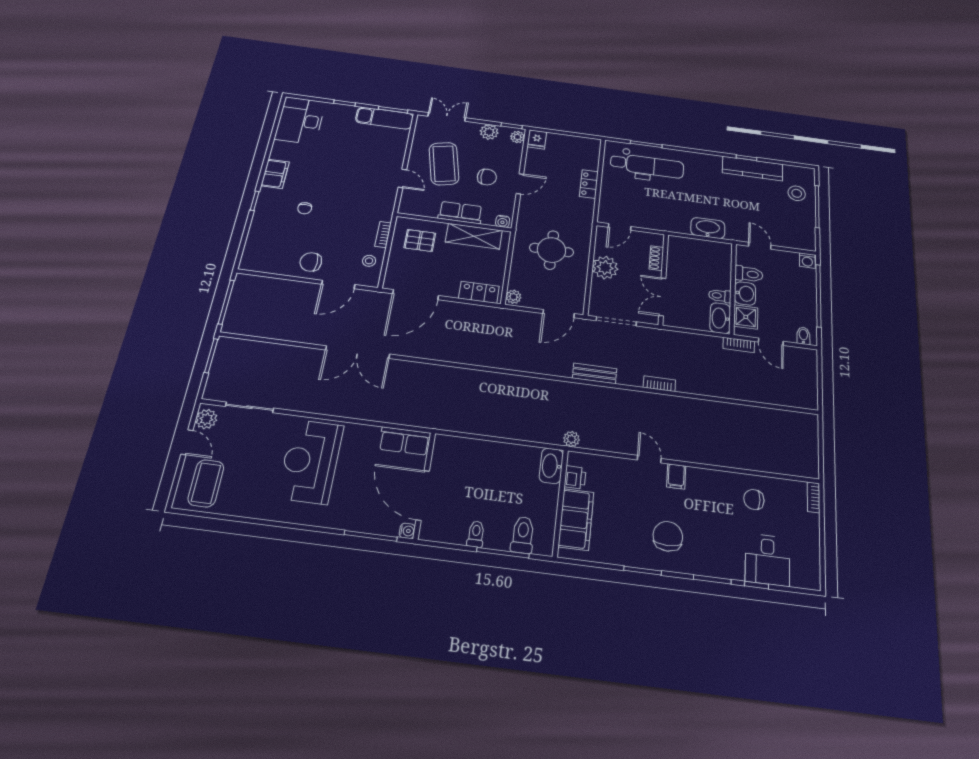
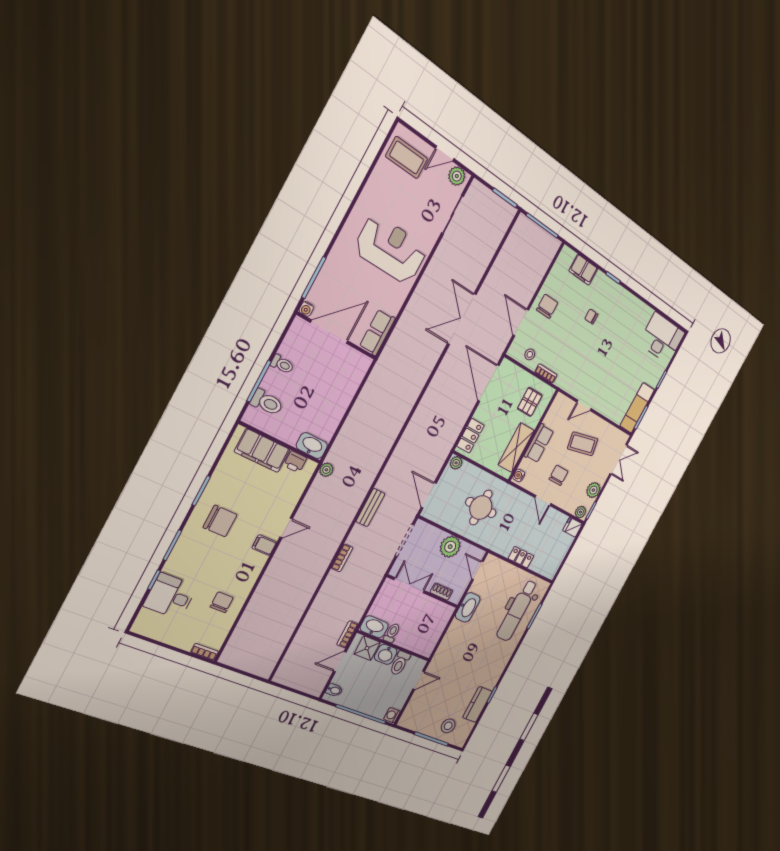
coffee table: (444, 164) -> (583, 444), width x0.73, depth x0.76
kitchen counter: (753, 168) -> (477, 704), width x0.67
filing cabinet: (275, 174) -> (583, 270), moved
chair: (487, 177) -> (559, 475), turned 180
washbasin: (708, 228) -> (468, 607), moved

